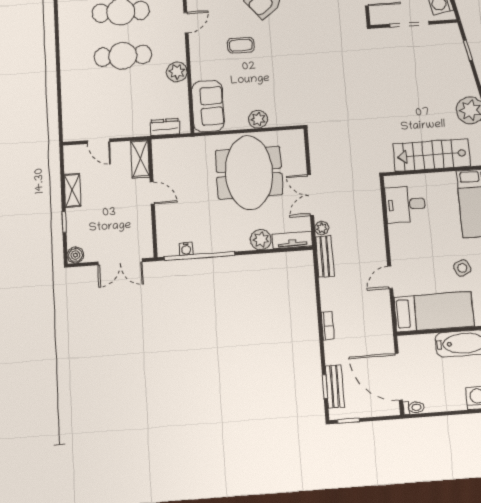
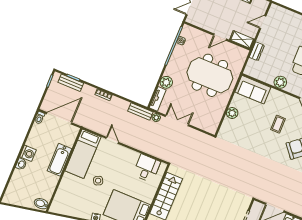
dresser: (165, 127) -> (257, 51), moved
meeting table: (249, 173) -> (210, 75), moved

